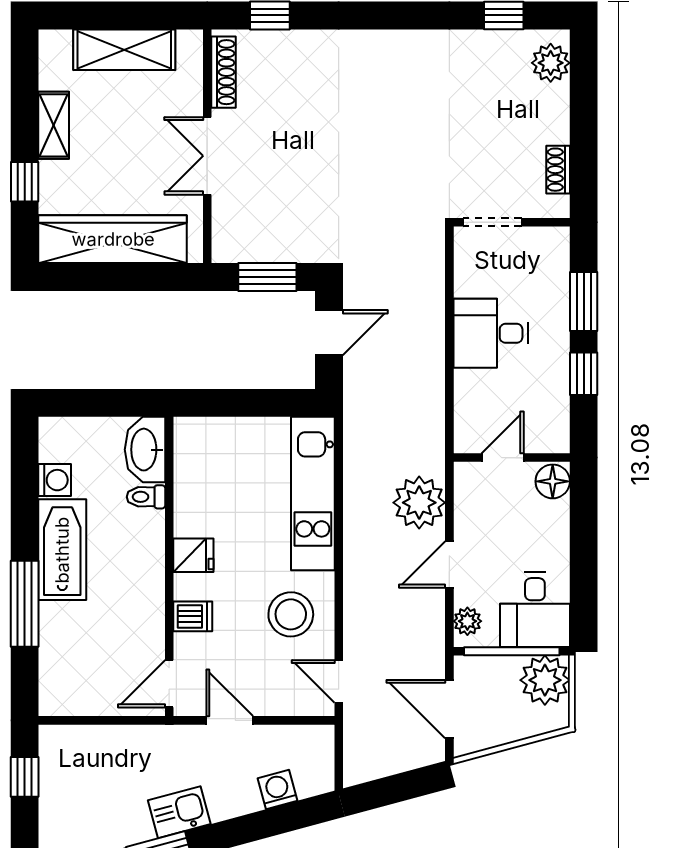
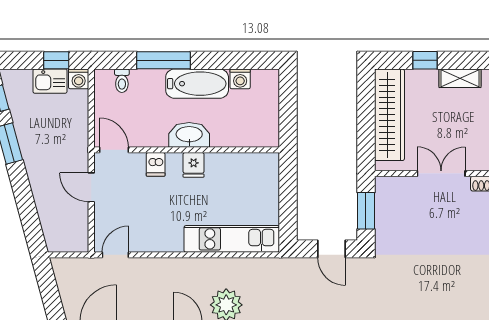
washbasin: (145, 450) -> (189, 135), moved
toilet: (146, 497) -> (122, 81), moved, turned 180
stool: (291, 614) -> (157, 225), removed
door: (230, 720) -> (91, 187), swing flipped
washing machine: (277, 789) -> (79, 79), moved, turned 105
kitchen sink: (179, 812) -> (50, 81), moved, turned 105

